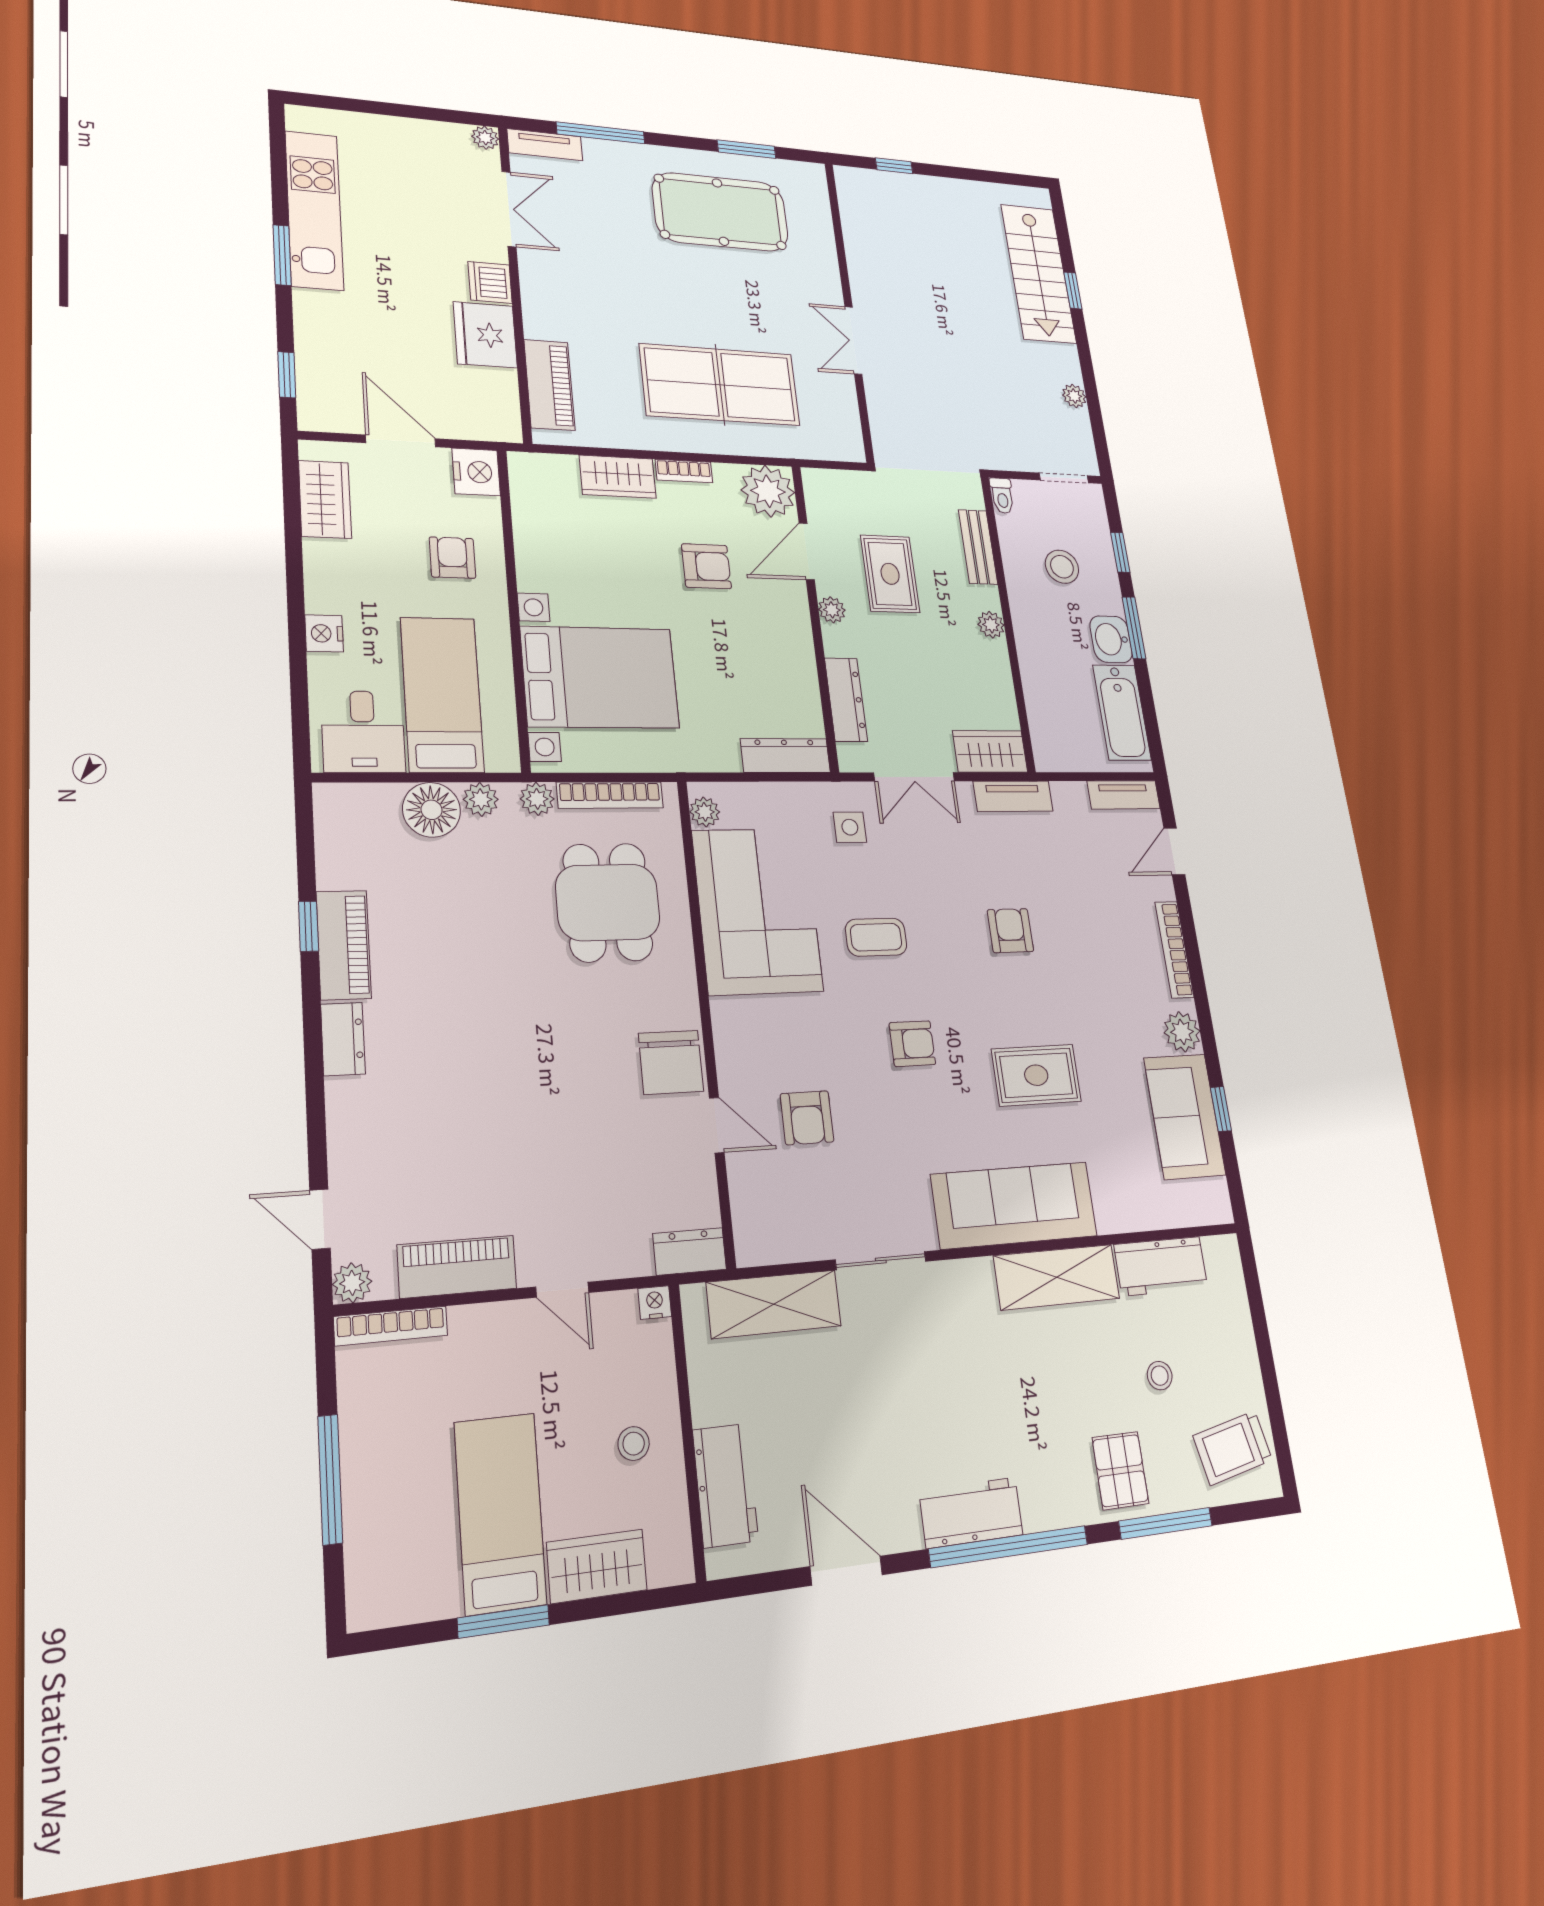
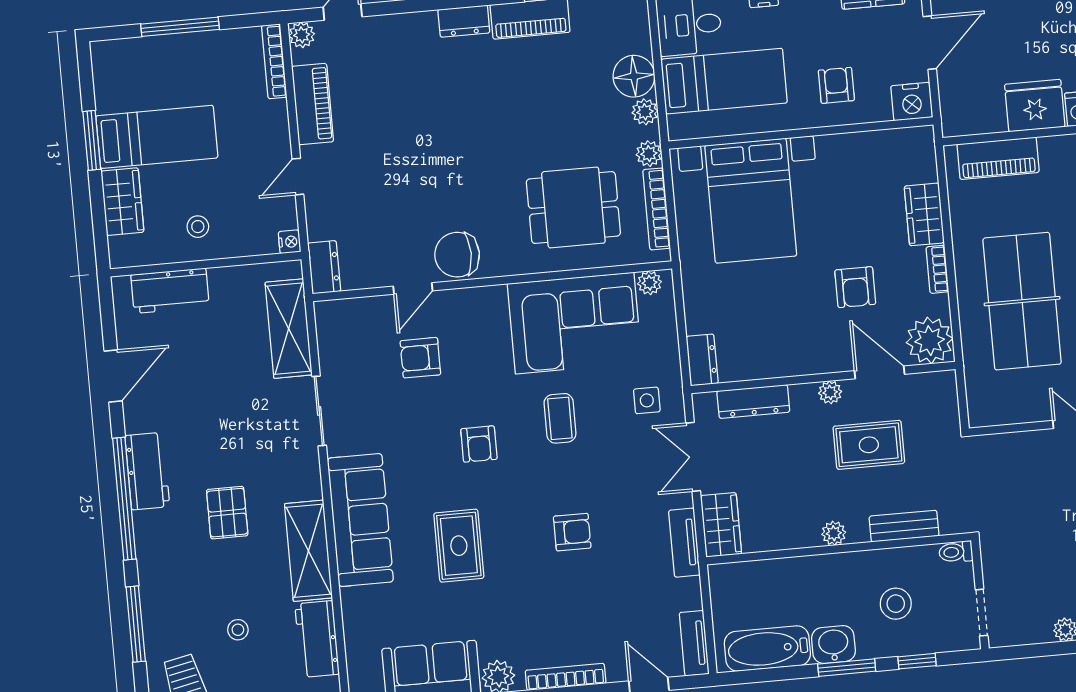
armchair: (452, 558) -> (836, 85), turned -90
dresser: (785, 756) -> (702, 360), width x0.70
pallet: (1120, 1470) -> (227, 513), moved, turned 90

